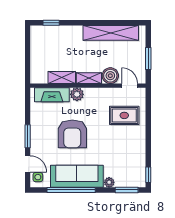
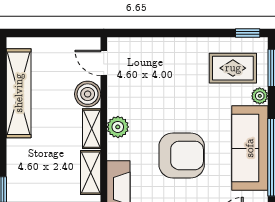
window: (148, 59) -> (60, 33), removed
door: (130, 86) -> (104, 63), hinge flipped
plant: (77, 94) -> (118, 127), moved
rug: (124, 115) -> (233, 68), moved, turned 90

